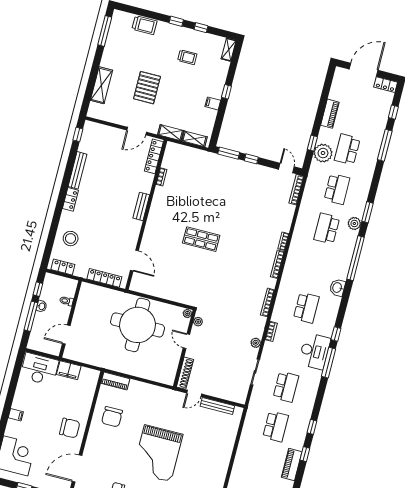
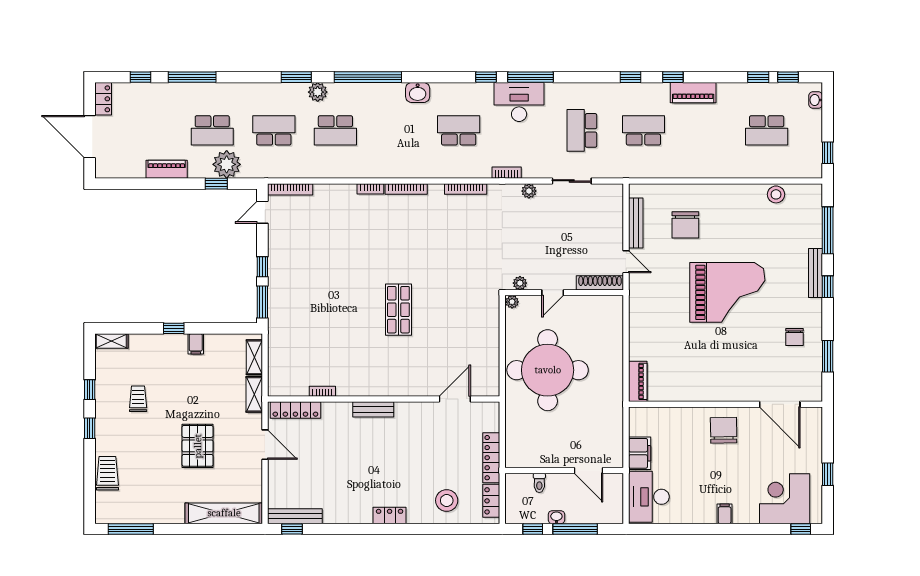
shelving: (101, 85) -> (224, 513), width x1.47
pallet: (147, 88) -> (198, 446), turned 90
bench: (77, 170) -> (295, 516), moved
locker: (104, 278) -> (491, 458), moved
school desk: (286, 387) -> (582, 130), turned -90
chair: (112, 417) -> (685, 225), moved, turned 90

